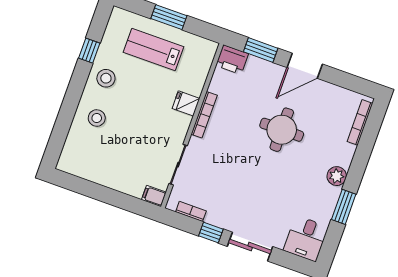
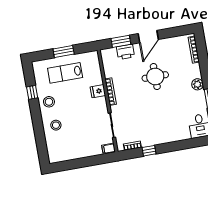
printer: (232, 60) -> (126, 52), moved
sliding door: (250, 247) -> (173, 146), removed

